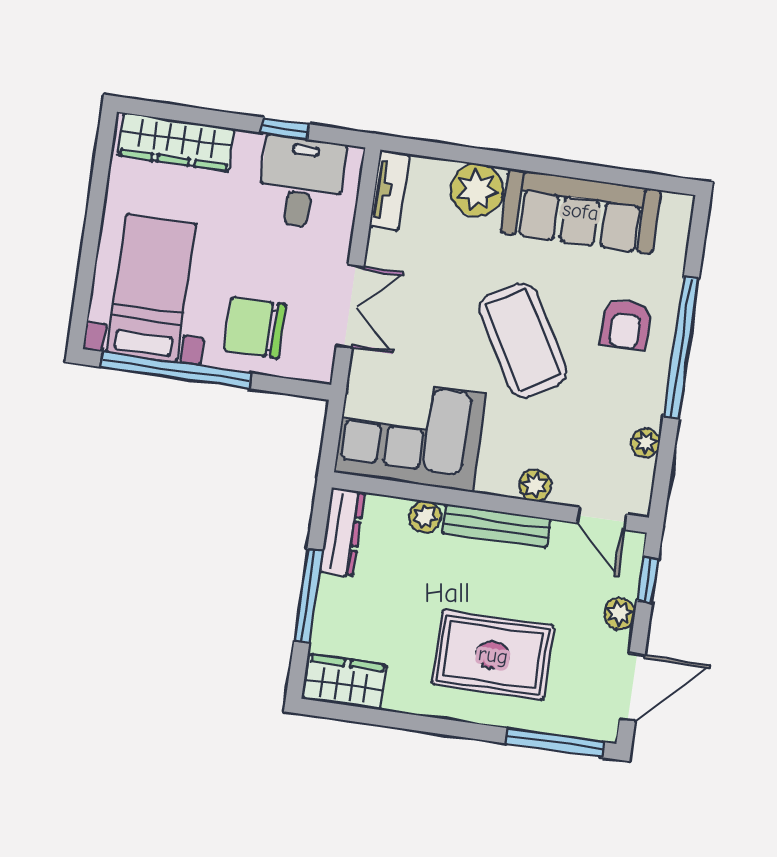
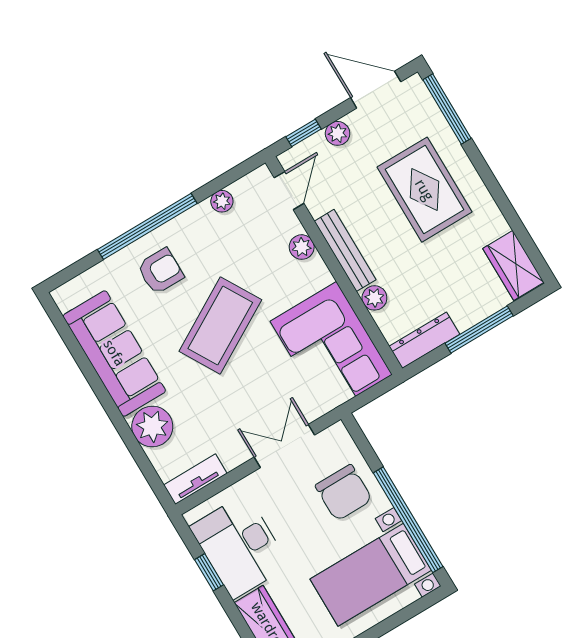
desk: (301, 182) -> (240, 546), width x1.37

